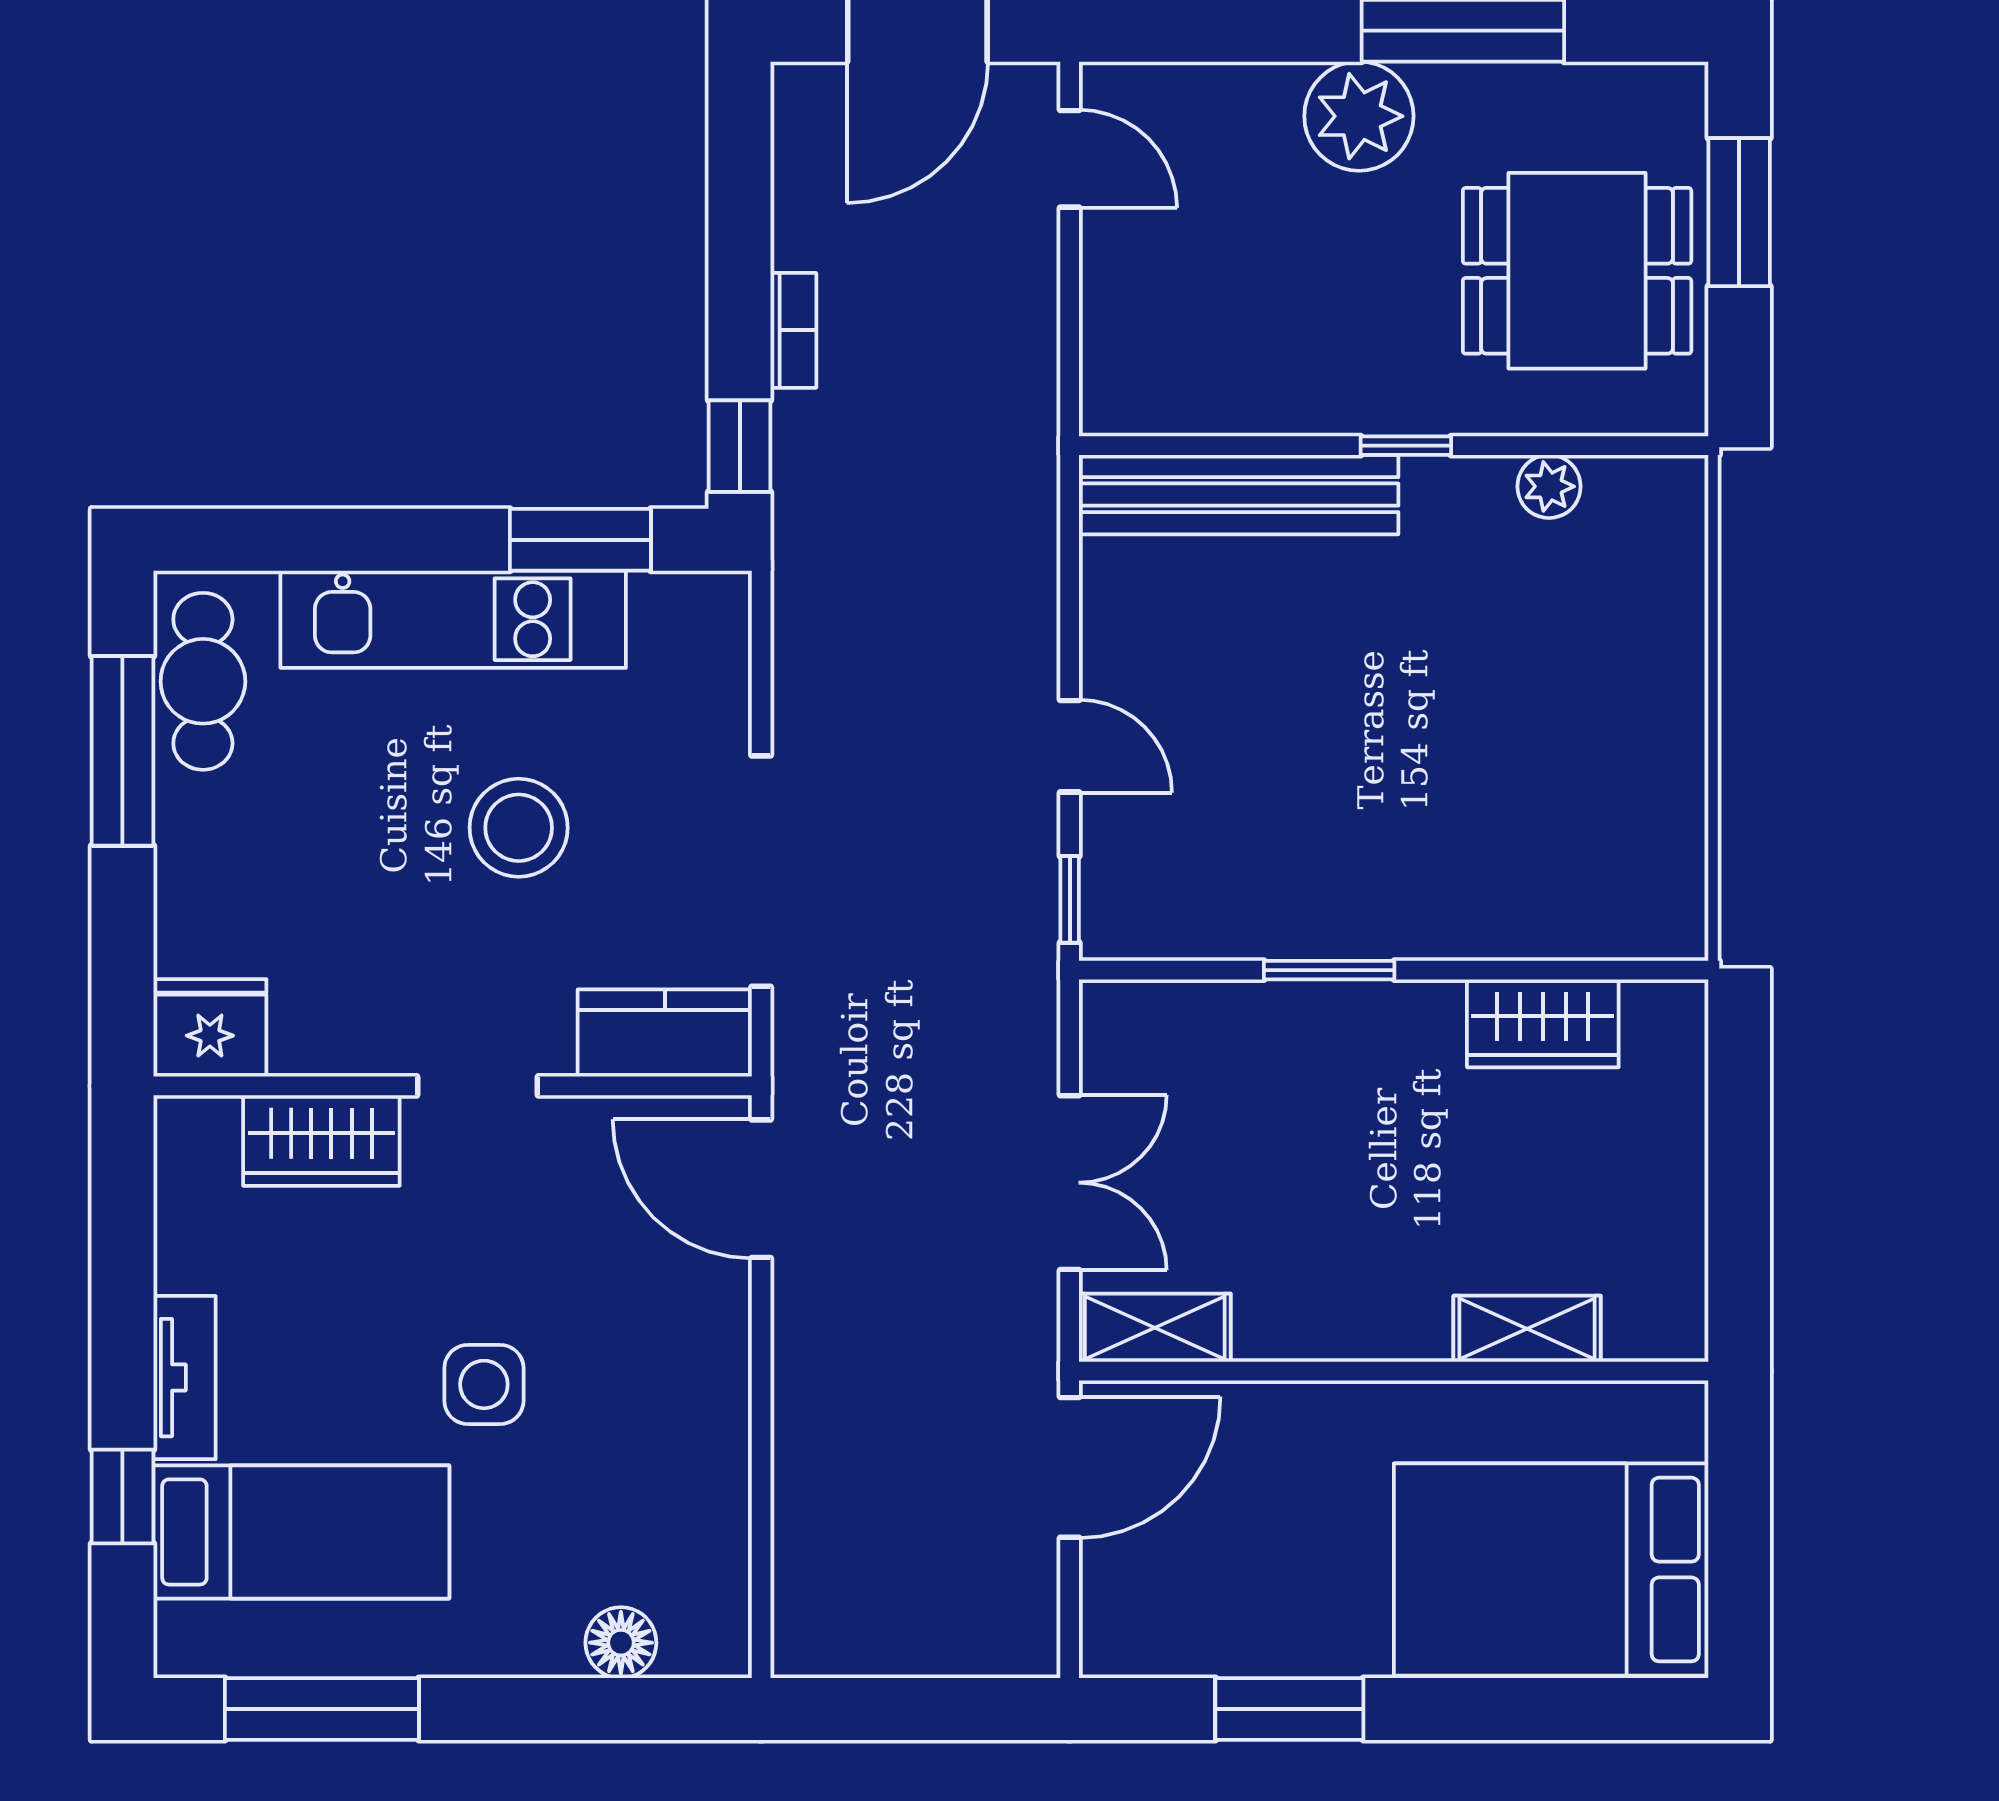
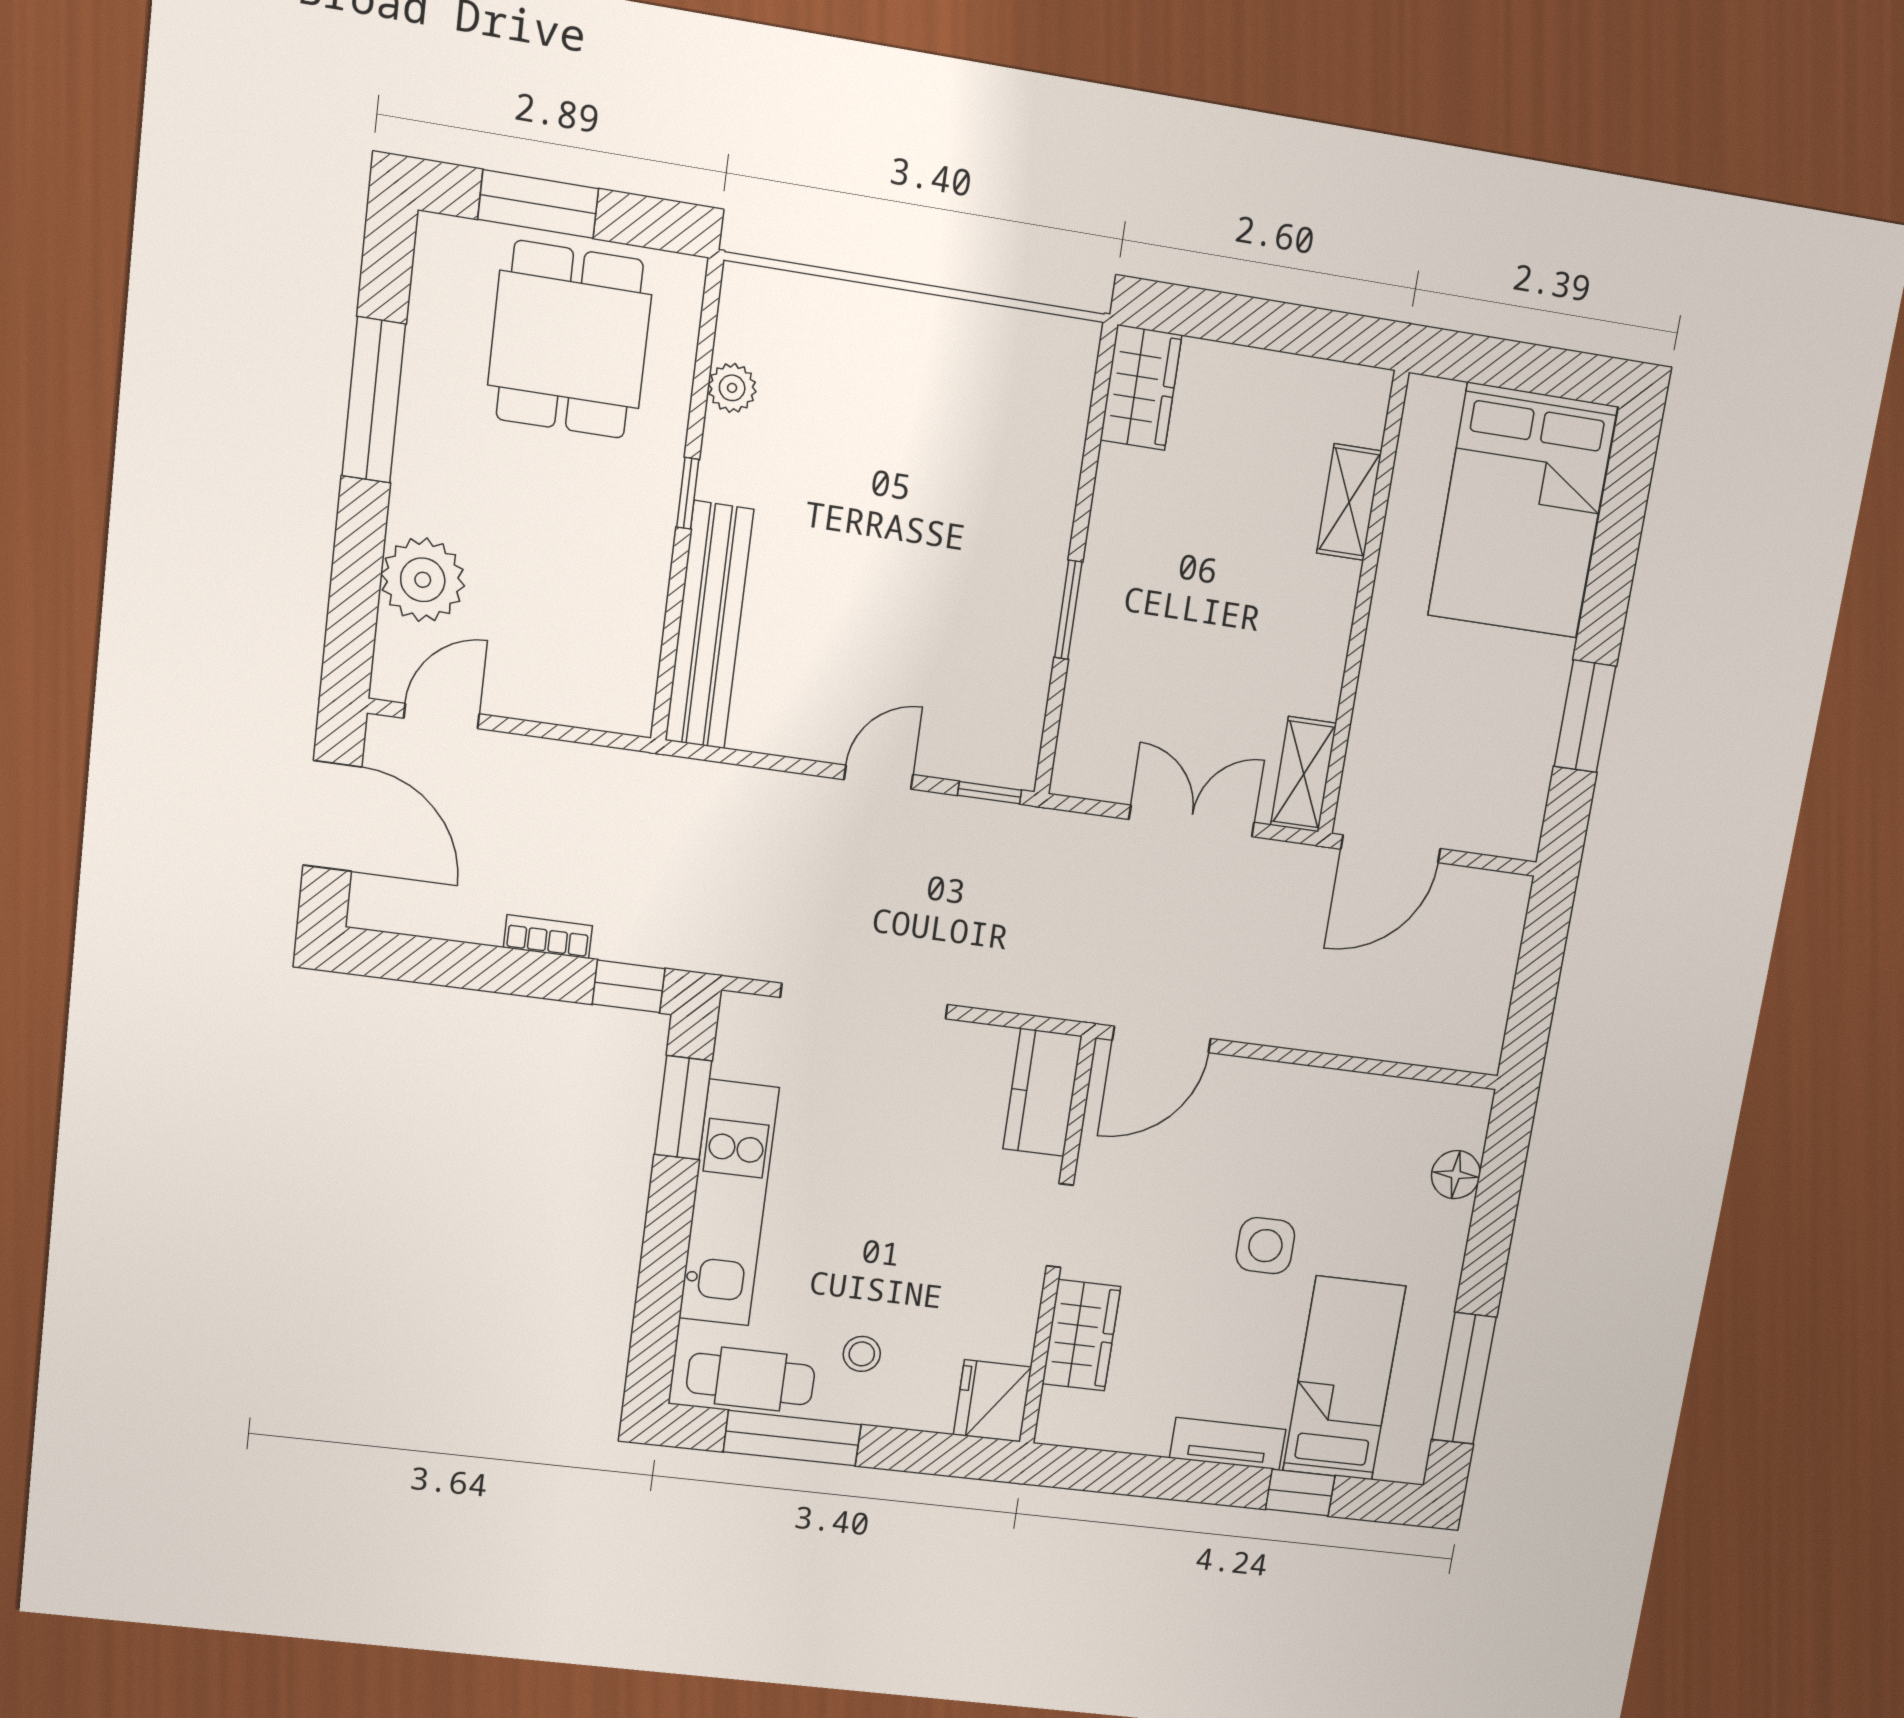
plant: (1359, 116) -> (423, 580), moved
stool: (519, 828) -> (862, 1354), moved, width x0.53, depth x0.53
doorway: (761, 871) -> (864, 1001), moved
wardrobe: (1543, 1023) -> (1141, 388), moved
door: (1070, 1467) -> (1391, 849), swing flipped

